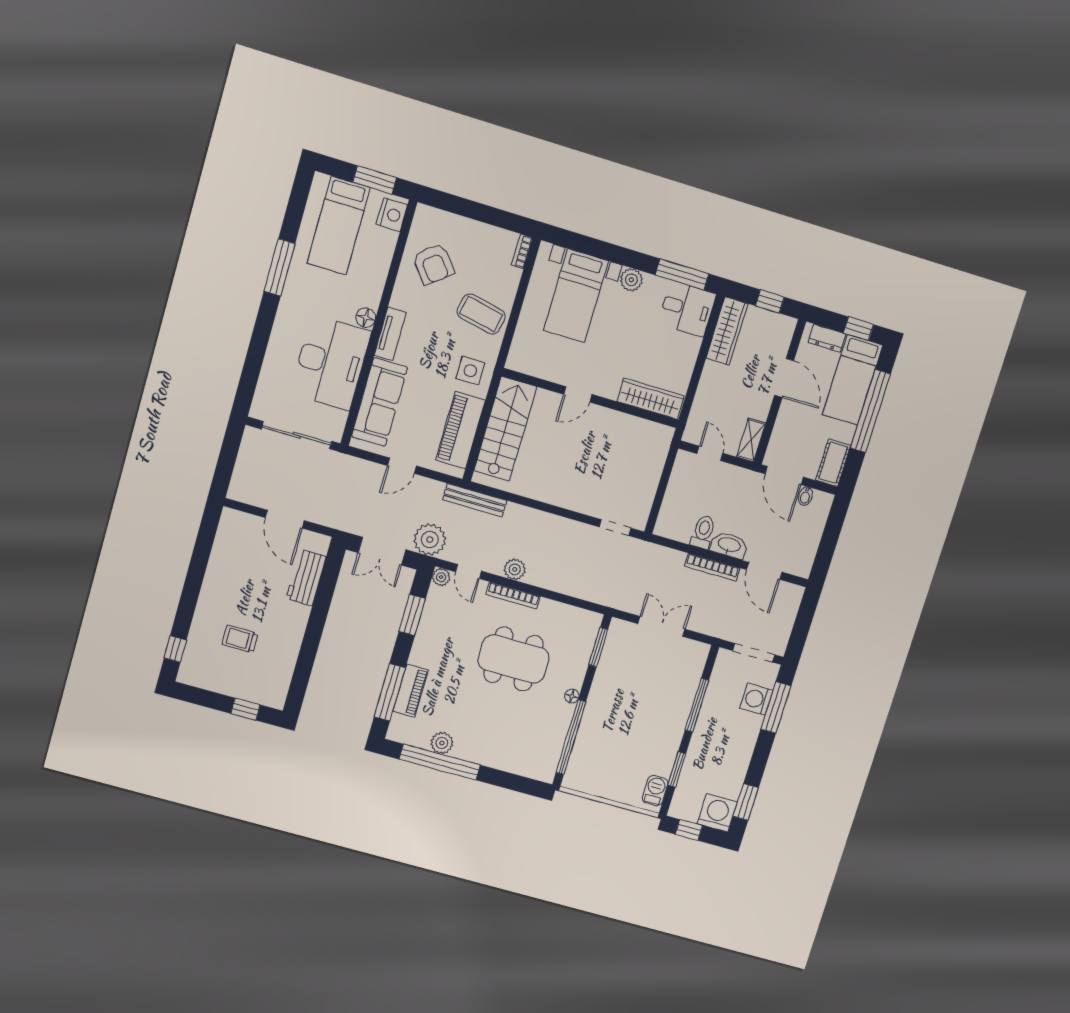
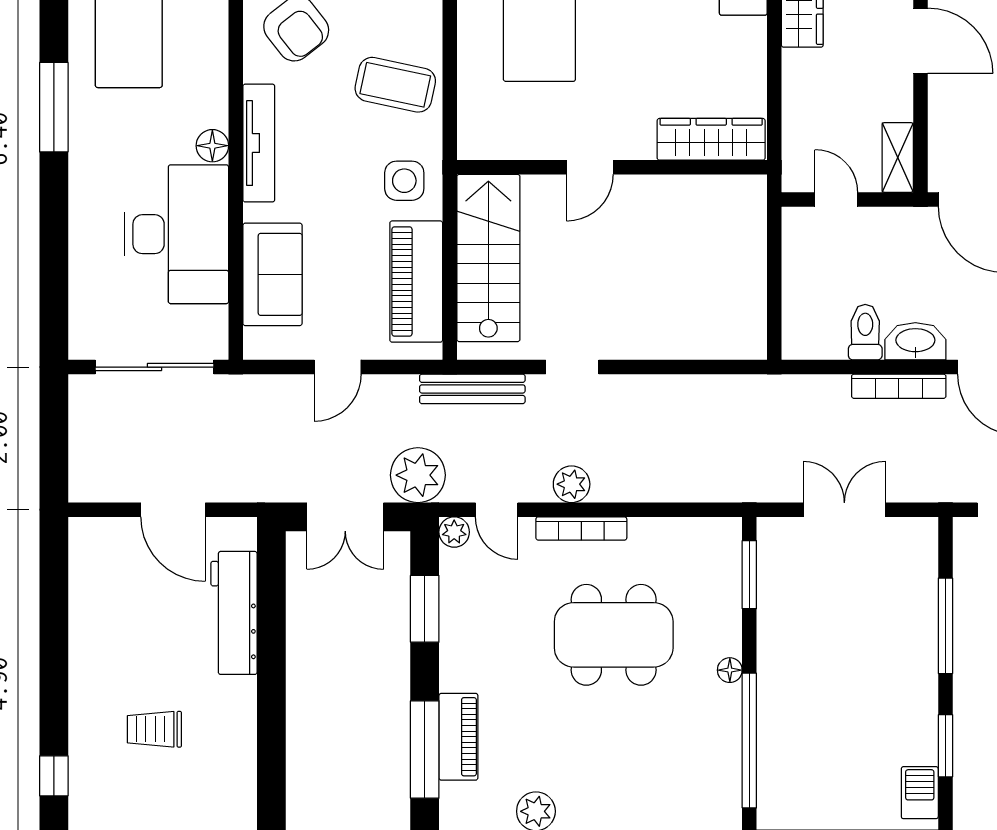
tv unit: (390, 334) -> (259, 143), width x1.41
sofa: (379, 402) -> (272, 274), width x0.73
doorway: (615, 528) -> (572, 367), moved
workbench: (306, 578) -> (234, 613), width x1.38

